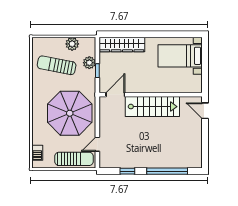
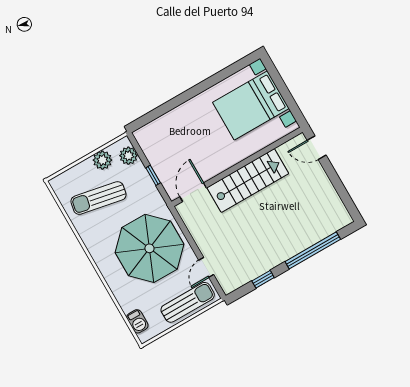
wardrobe: (122, 45) -> (165, 125), removed
bed with nightstands: (180, 56) -> (251, 106), width x1.36
plant: (89, 63) -> (128, 156), moved

